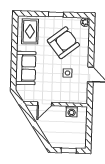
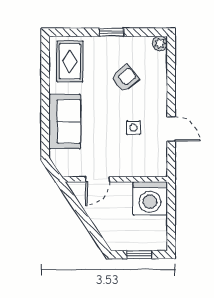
armchair: (63, 43) -> (125, 78), width x0.53, depth x0.53
washing machine: (72, 111) -> (150, 198), width x1.89, depth x1.89

